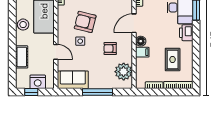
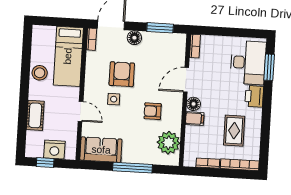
armchair: (85, 22) -> (122, 74), turned 76

